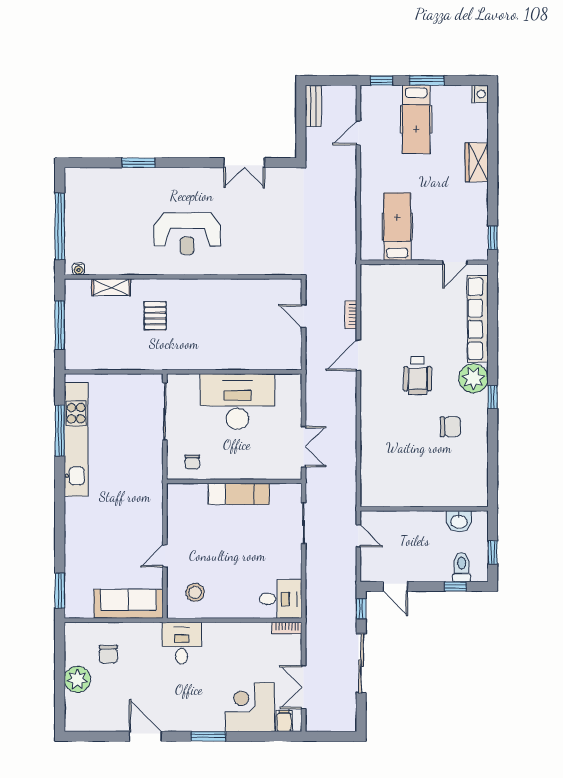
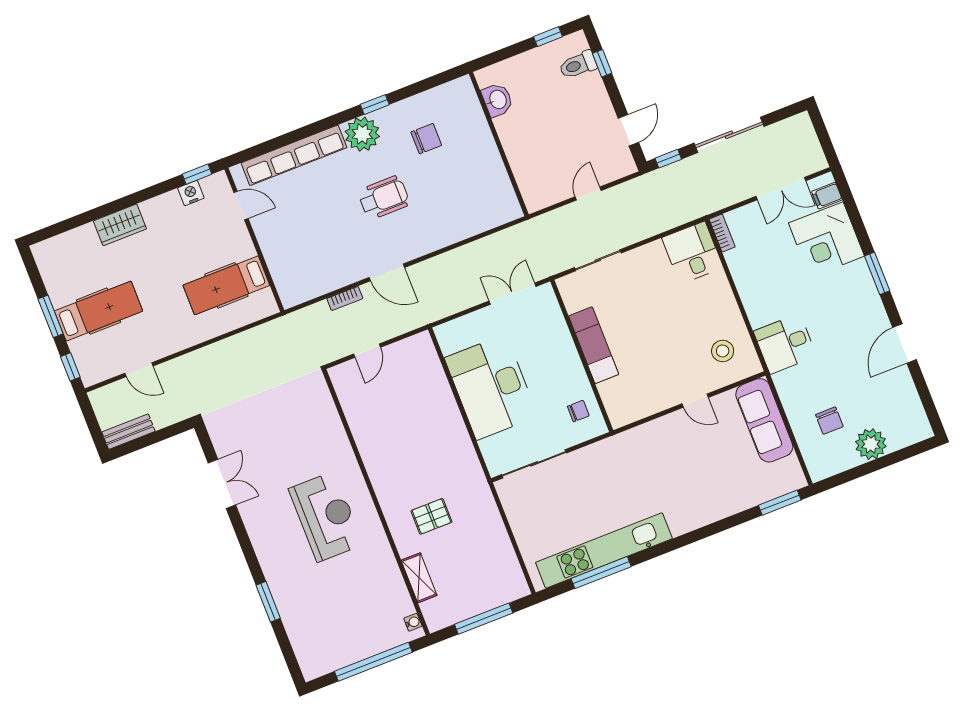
nightstand: (480, 94) -> (191, 193), moved
chair: (450, 427) -> (426, 139), turned 90
wall: (424, 509) -> (499, 144), moved
washbasin: (459, 521) -> (497, 100), moved
chair: (108, 654) -> (829, 421), turned 90

